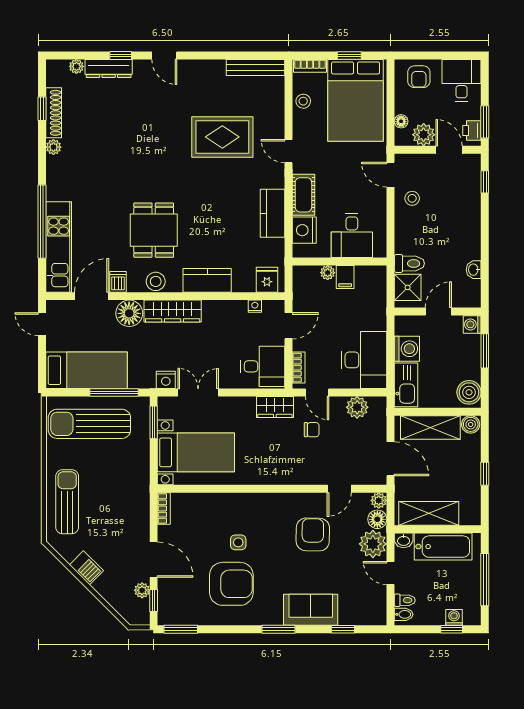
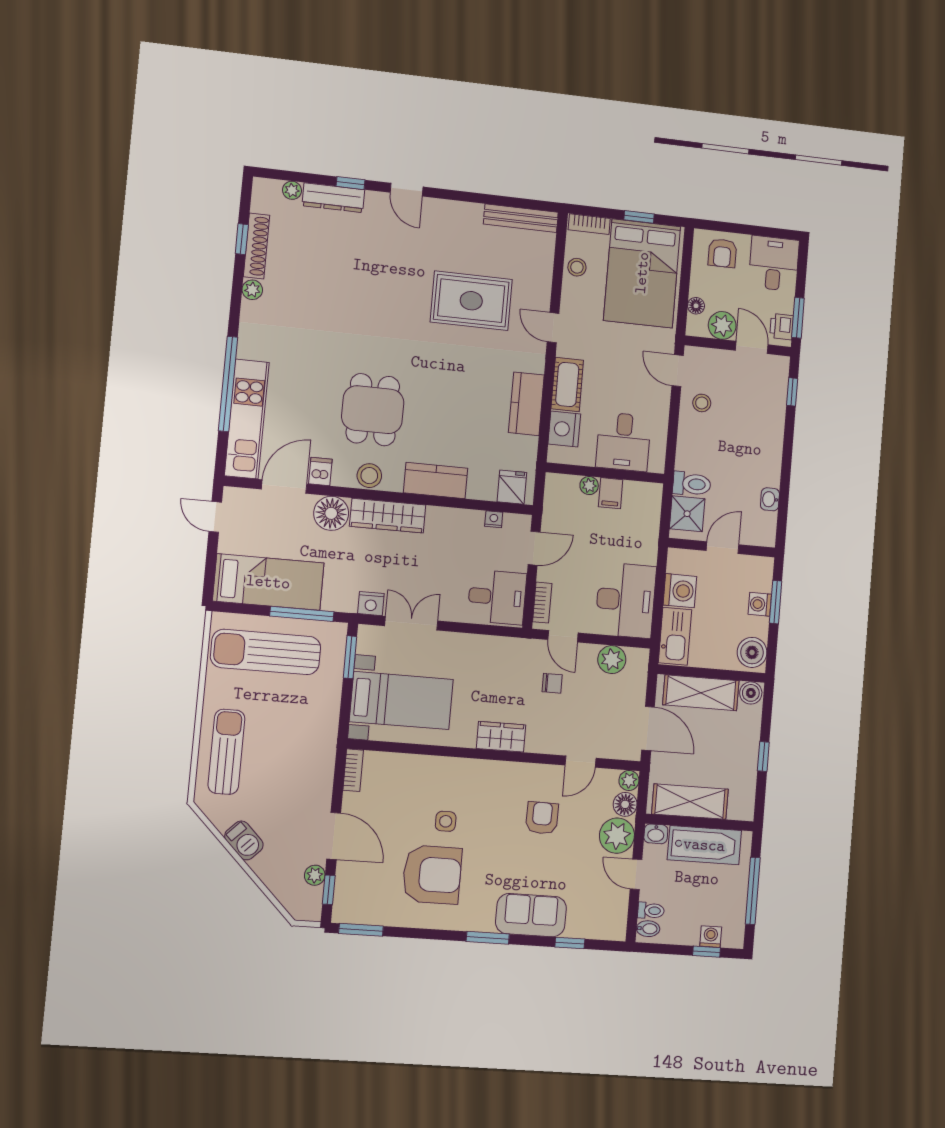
washing machine: (472, 324) -> (760, 604), moved
wardrobe: (275, 407) -> (501, 737), moved, turned 180
armchair: (313, 534) -> (542, 818), width x0.72, depth x0.72

